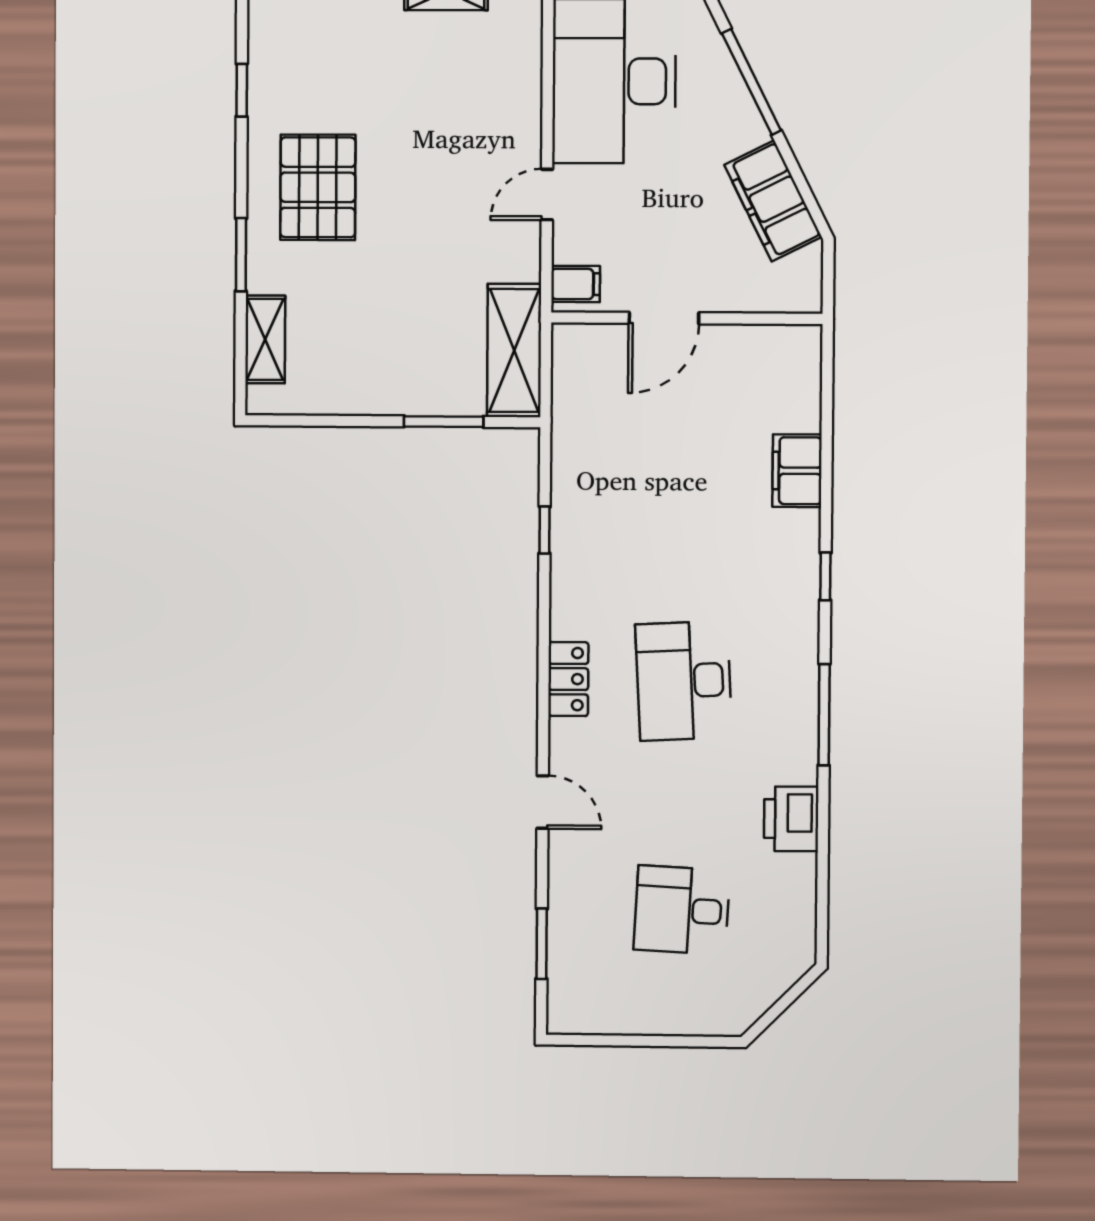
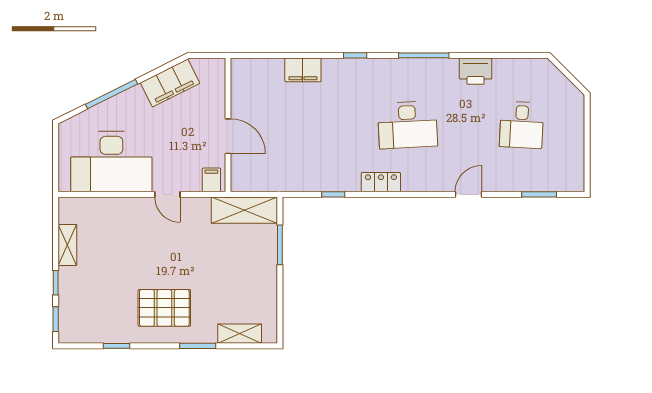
locker: (568, 679) -> (381, 182), moved

